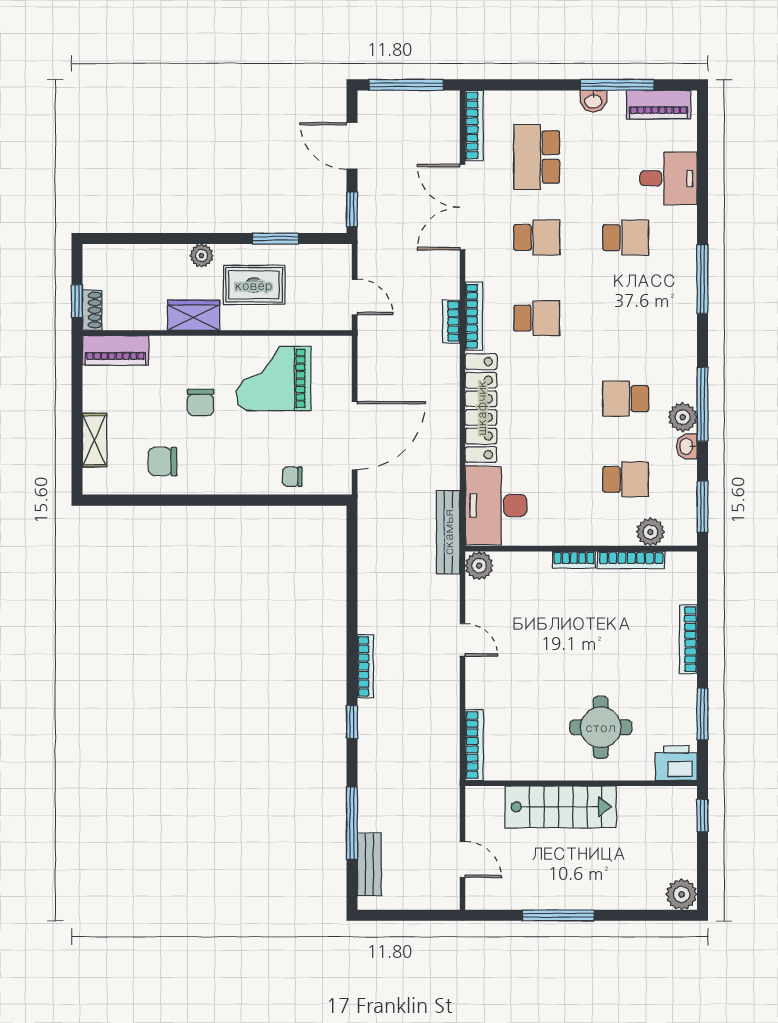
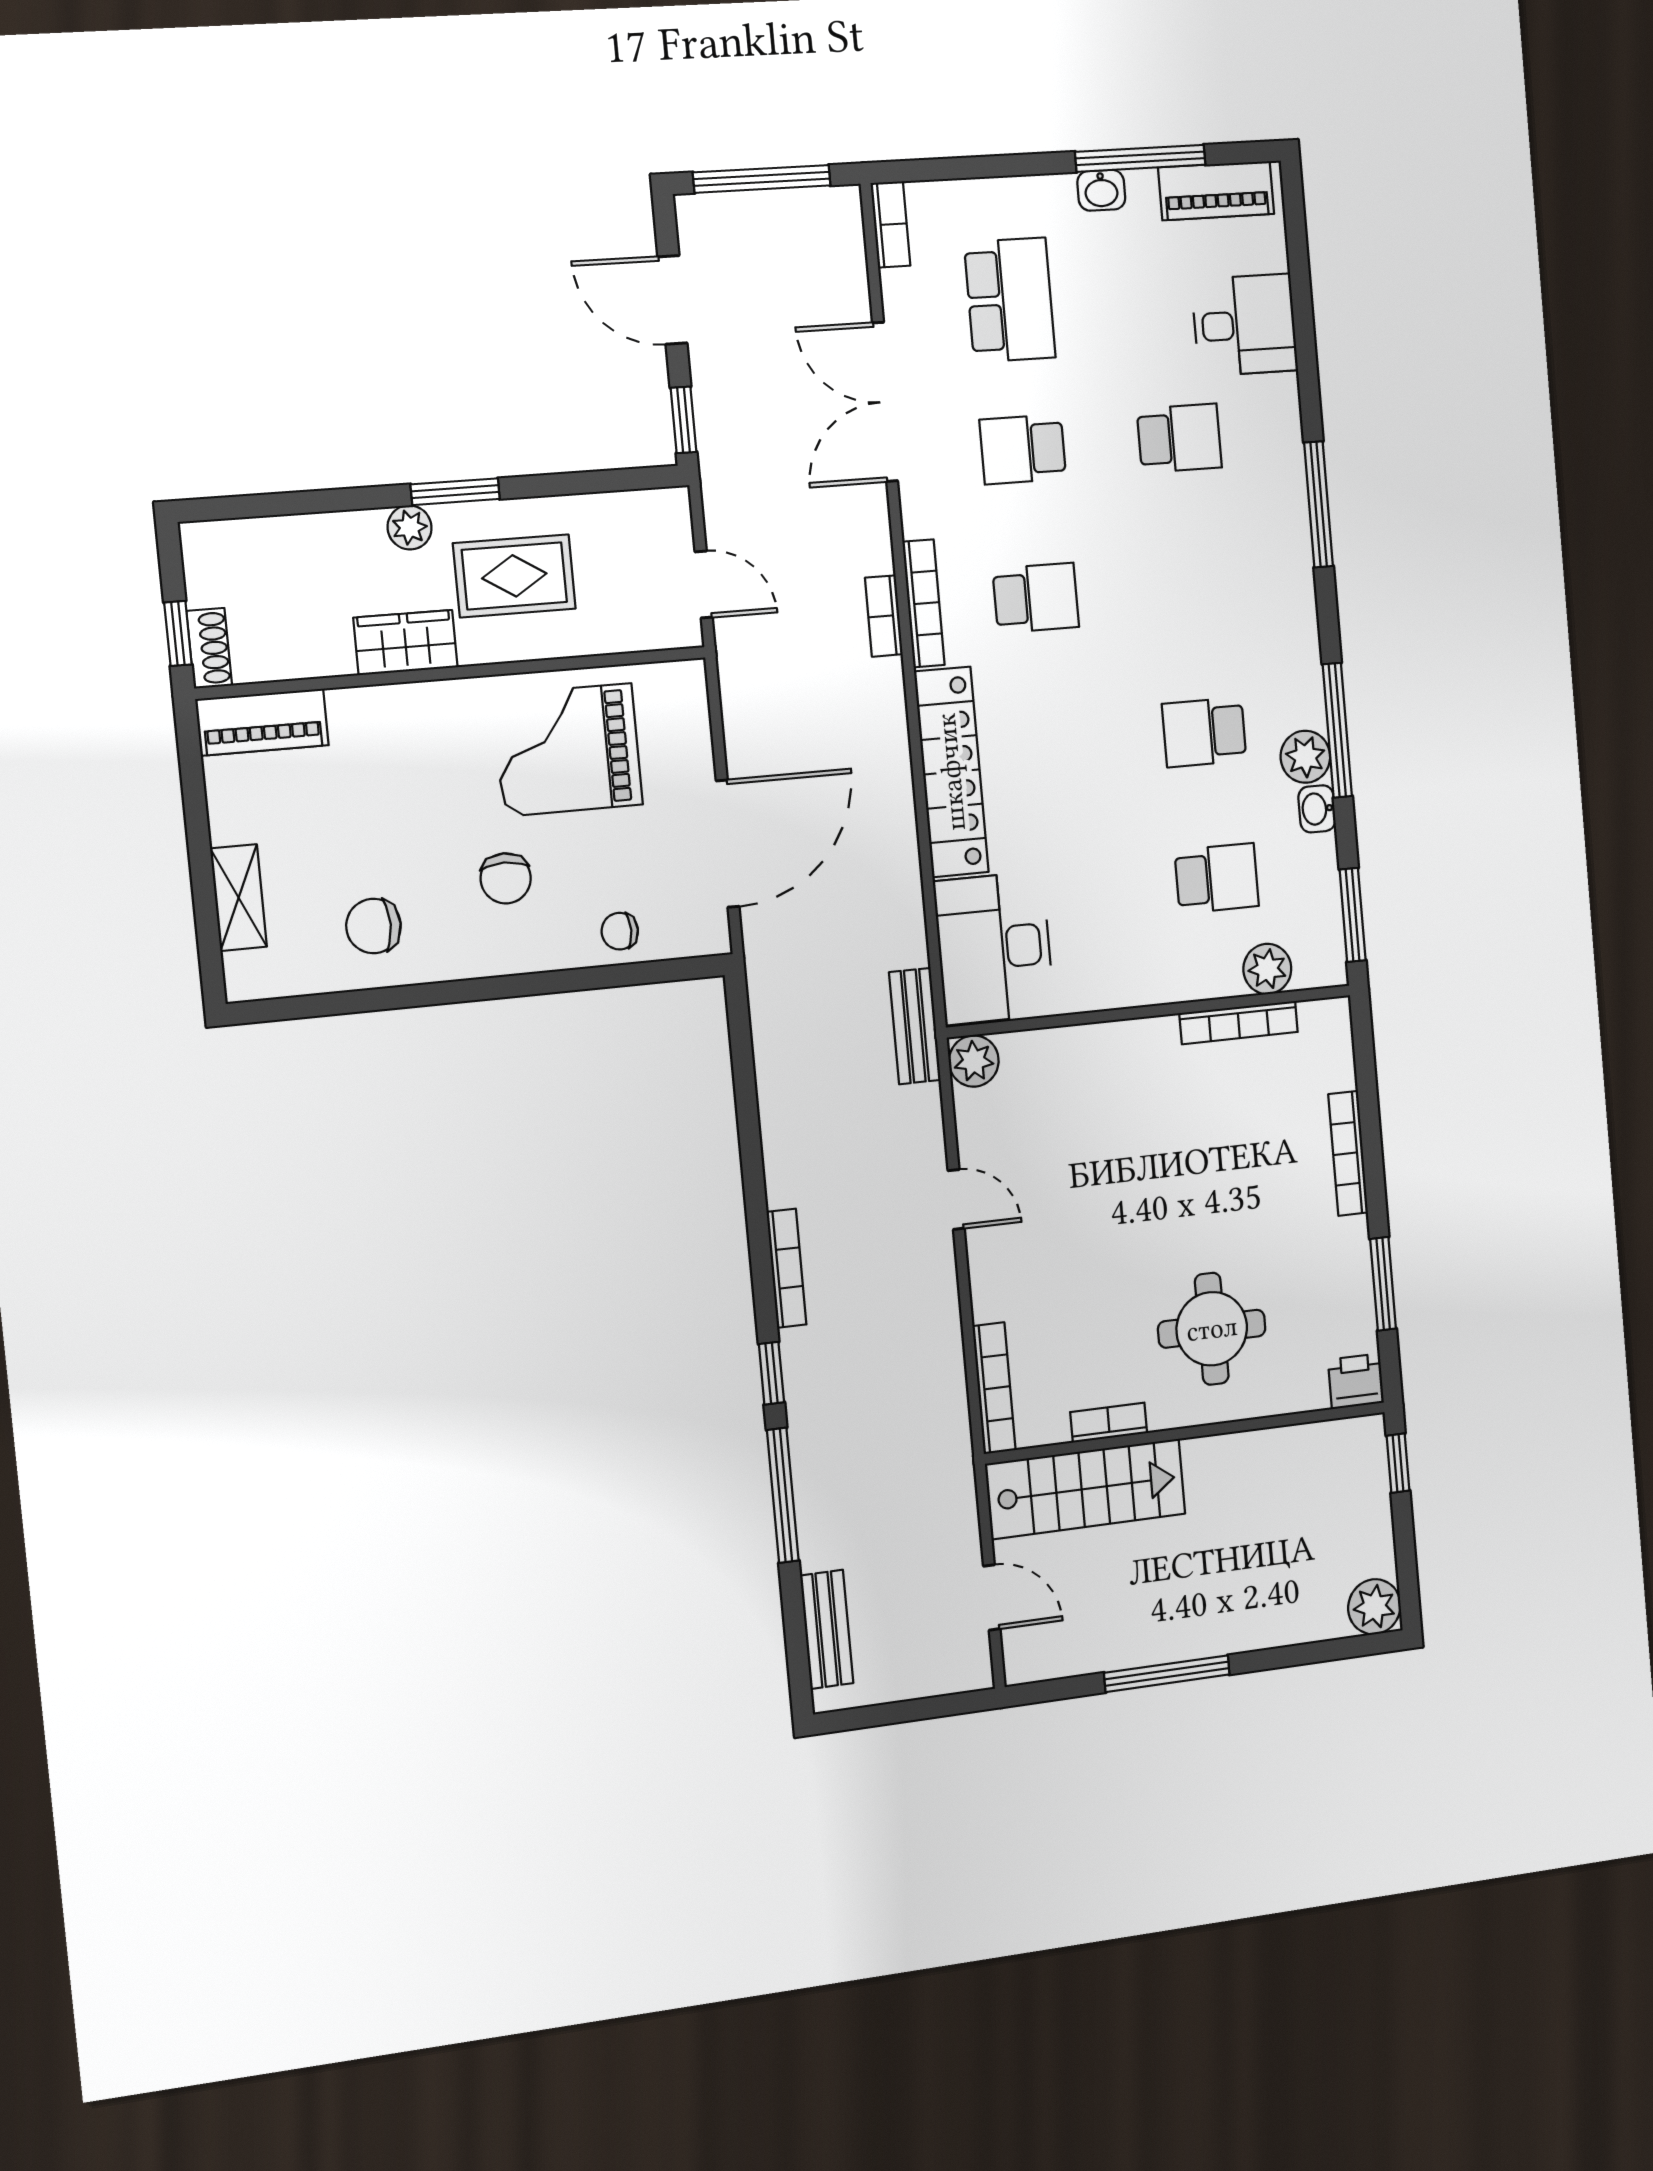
bookcase: (474, 125) -> (890, 224), width x0.64
school desk: (537, 157) -> (1010, 300), turned 180
school desk: (537, 238) -> (1023, 449), turned 180
window: (275, 239) -> (455, 492), moved
chair: (201, 402) -> (506, 878), moved
bench: (448, 532) -> (915, 1026), width x0.73
bookcase: (574, 560) -> (1109, 1423), moved, turned 180
printer: (676, 763) -> (1356, 1381), width x0.73, depth x0.81
stairs: (561, 807) -> (1085, 1489), moved
window: (352, 823) -> (783, 1495), moved

